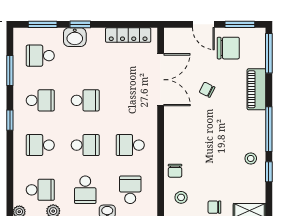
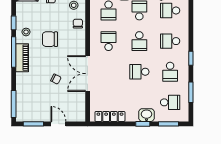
chair: (228, 48) -> (50, 39), moved
double door: (161, 80) -> (88, 74), moved
piano: (256, 89) -> (22, 58), moved
school desk: (40, 100) -> (170, 72), turned -90
school desk: (40, 145) -> (170, 41), turned 180
school desk: (85, 145) -> (139, 41), turned -90
school desk: (130, 145) -> (109, 41), turned -90

